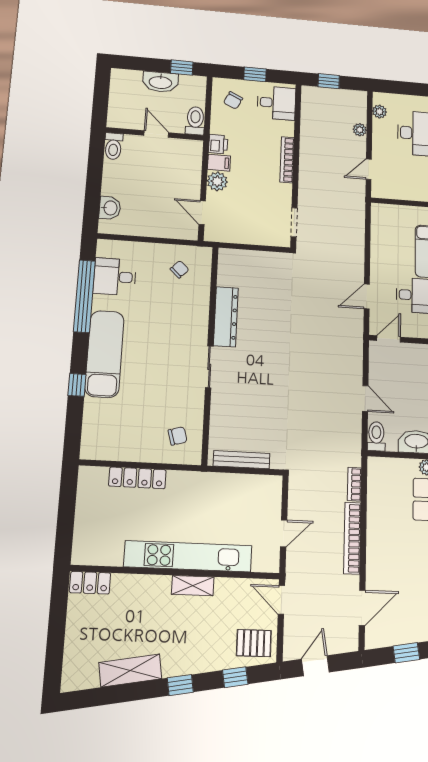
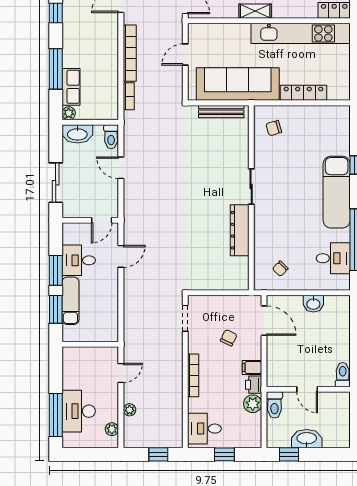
chair: (233, 100) -> (229, 338), moved
plant: (217, 181) -> (253, 404), moved
washbasin: (110, 208) -> (313, 304), moved, turned -90
door: (202, 213) -> (264, 321), width x1.38
sofa: (220, 493) -> (238, 84), added
kitchen unit: (188, 556) -> (301, 33), moved

